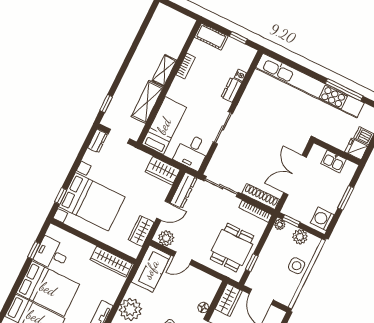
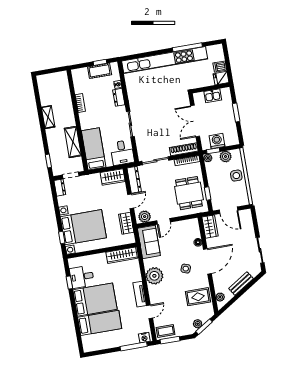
cot: (211, 36) -> (100, 71), moved
shelving: (164, 70) -> (48, 117), moved
washing machine: (322, 219) -> (217, 141), moved, turned 90

